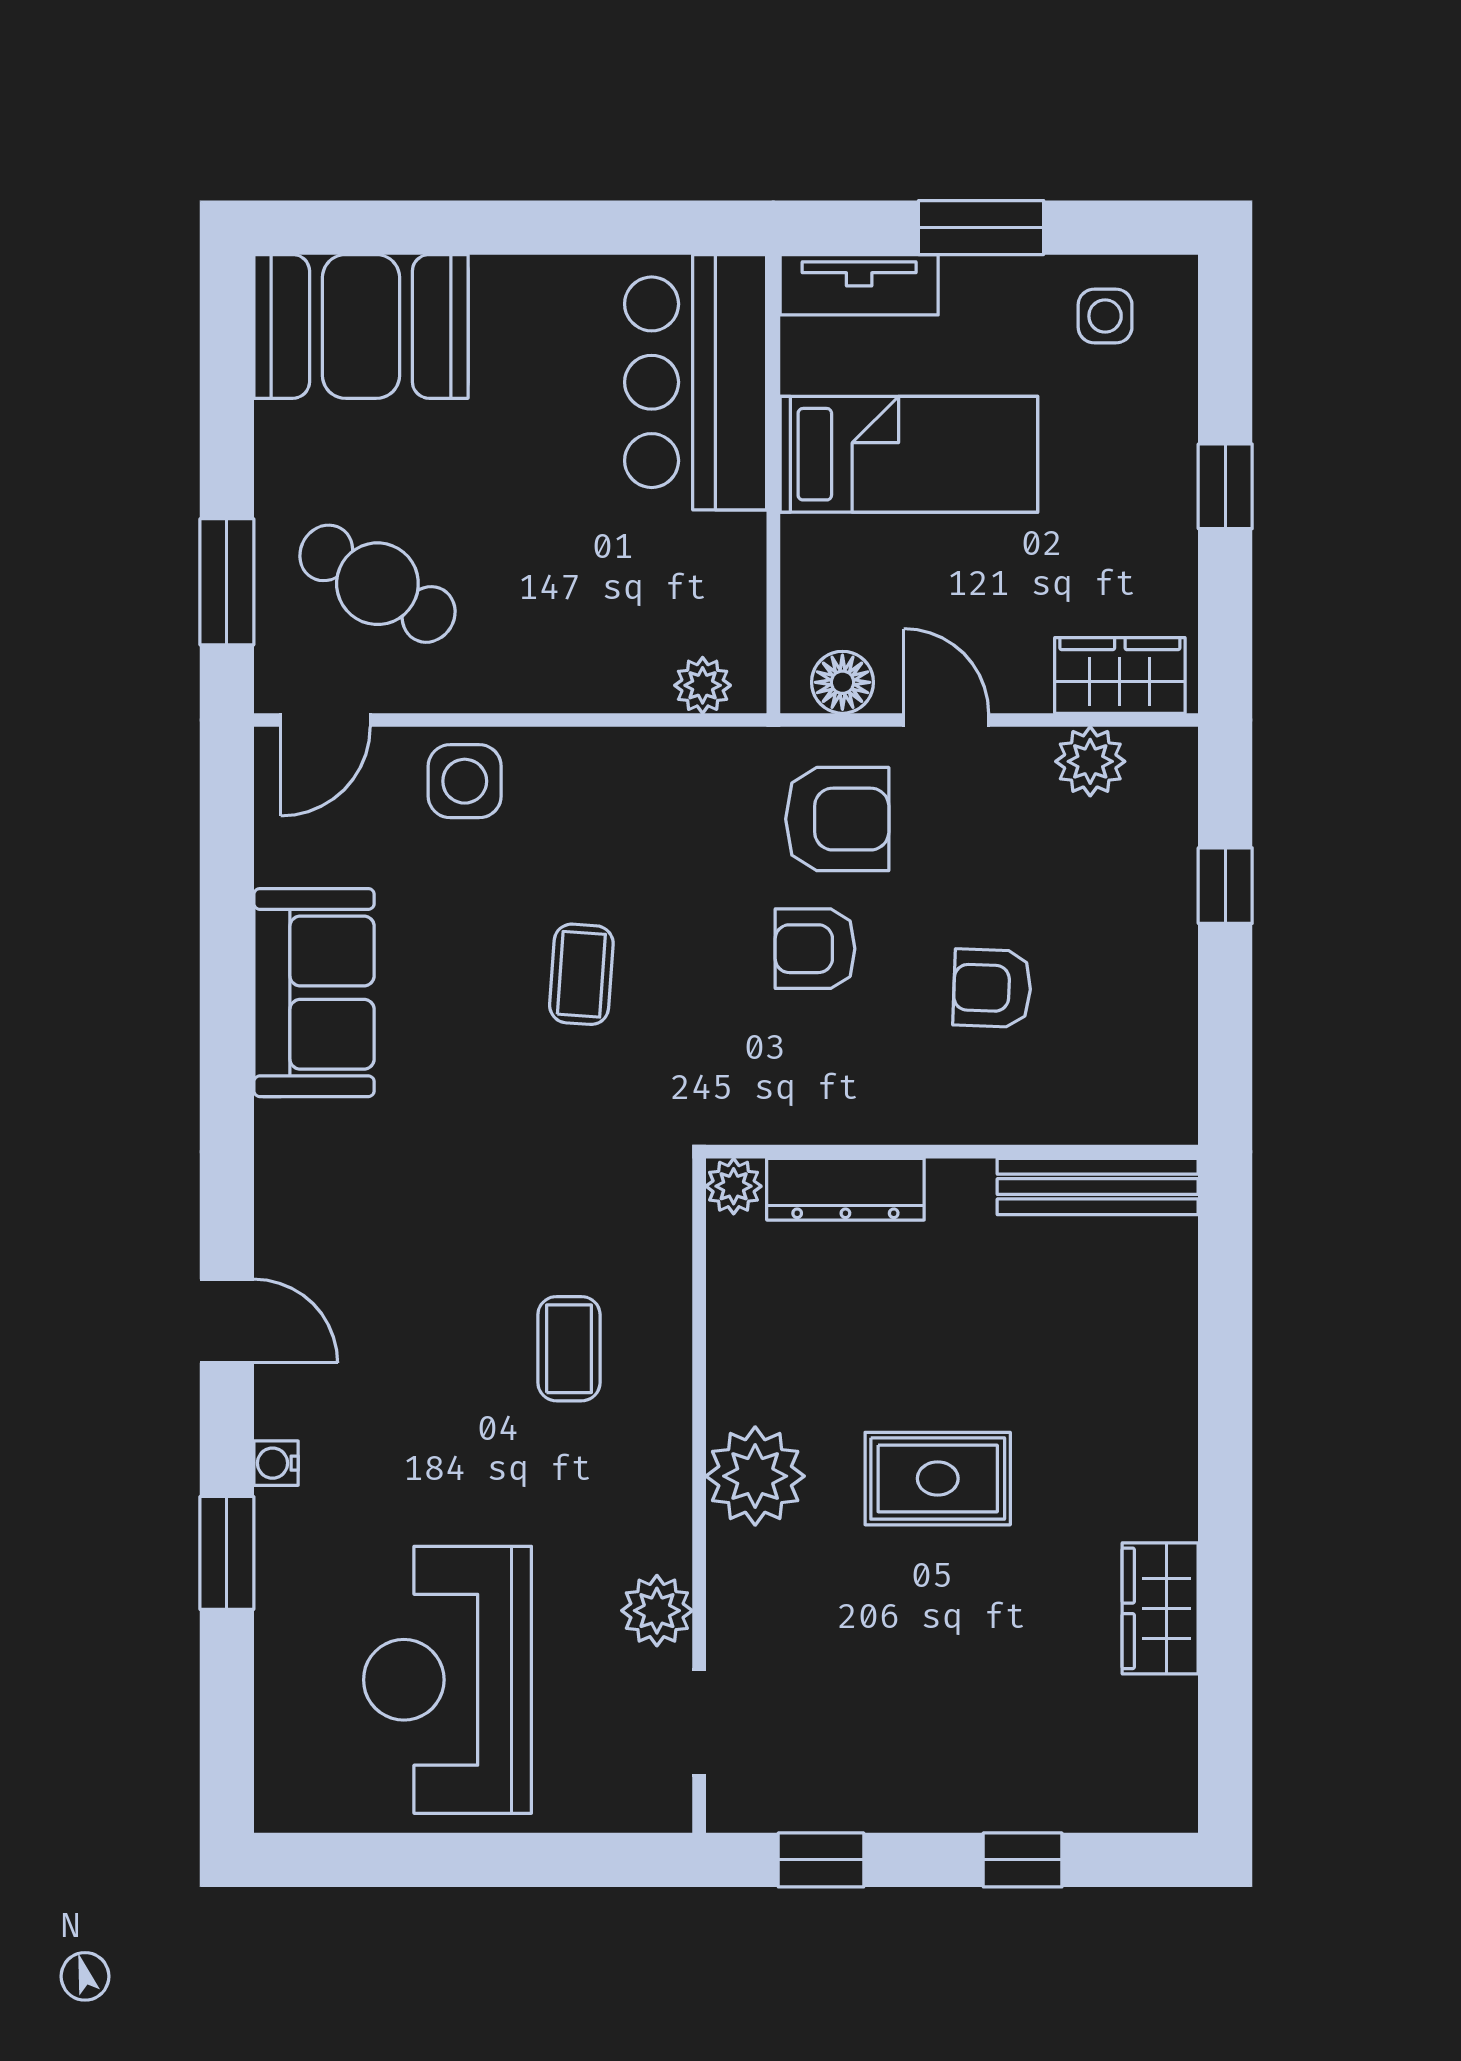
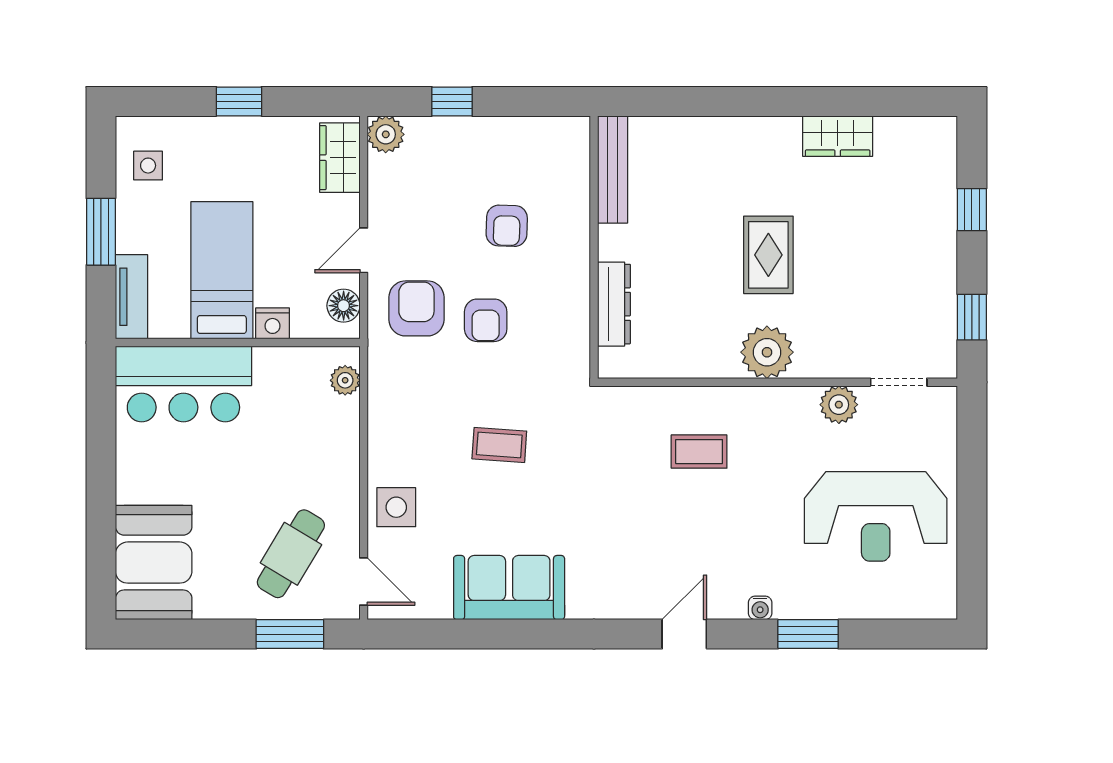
nightstand: (809, 549) -> (273, 323), added
plant: (1090, 761) -> (386, 134), moved
plant: (734, 1186) -> (612, 364), removed

